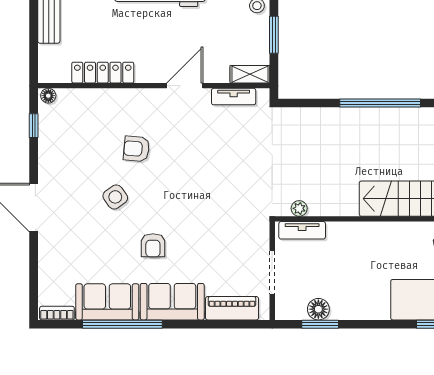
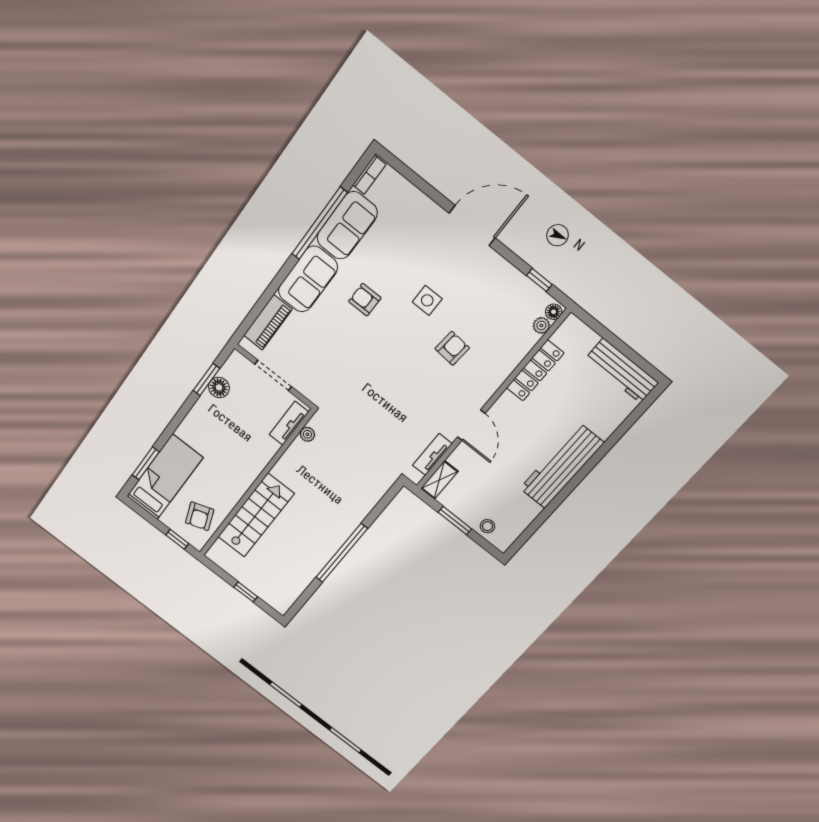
plant: (65, 96) -> (541, 325), added
side table: (115, 197) -> (427, 300), turned 36

